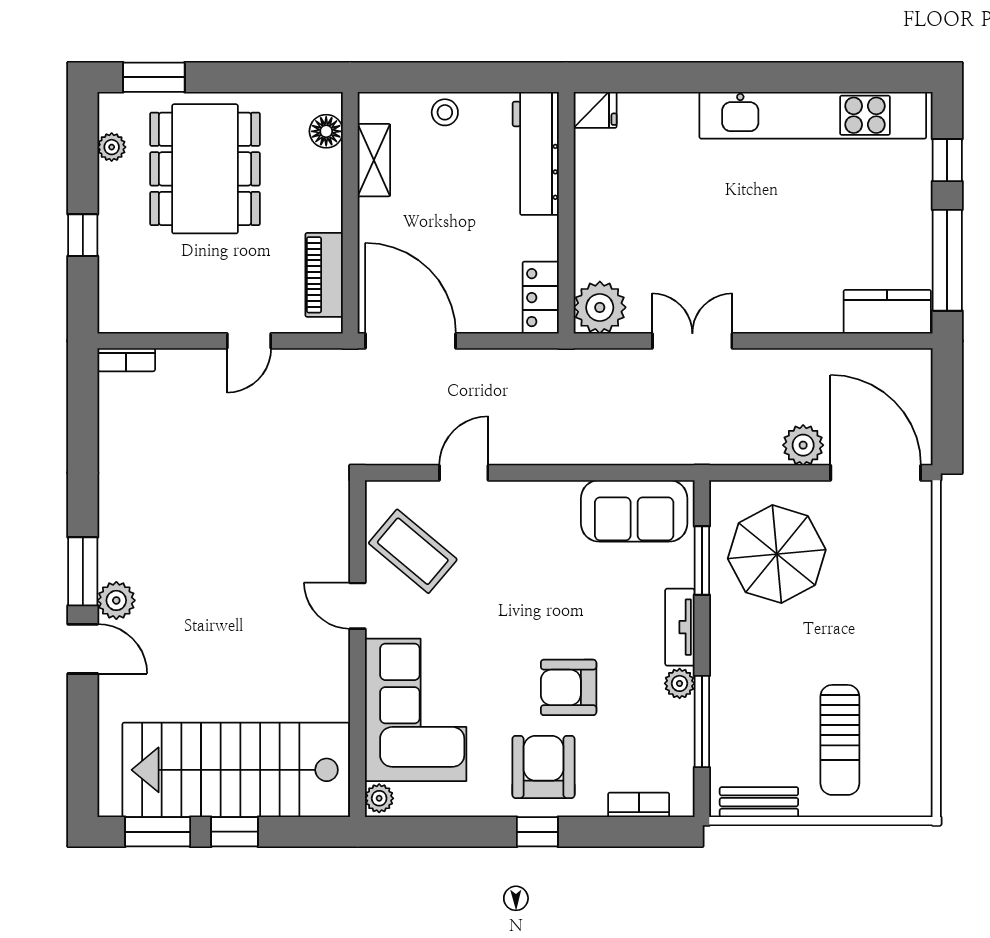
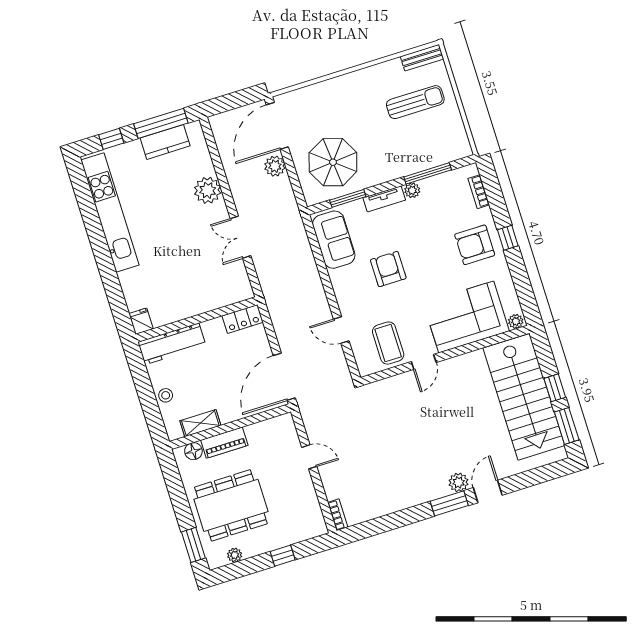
piano: (324, 275) -> (224, 443), moved
plant: (600, 307) -> (208, 190), moved
kitchen counter: (887, 312) -> (165, 142), moved, turned -90
coffee table: (413, 551) -> (388, 343), turned -40
armchair: (569, 687) -> (388, 269), moved, turned 180
bench: (759, 802) -> (422, 58), moved, turned 90

